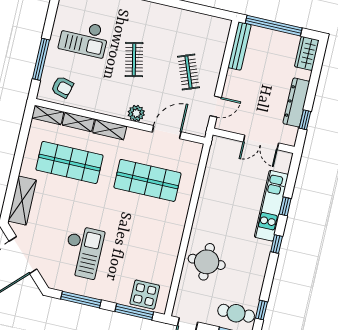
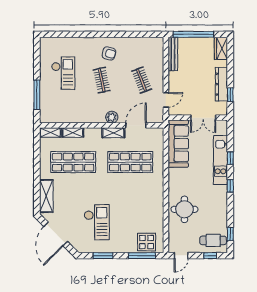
checkout: (84, 38) -> (63, 73), turned -90
armchair: (62, 87) -> (109, 53), moved
shelving: (110, 130) -> (113, 133), moved
sofa: (219, 170) -> (178, 144), added
window: (81, 300) -> (103, 256), width x0.69

